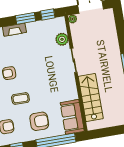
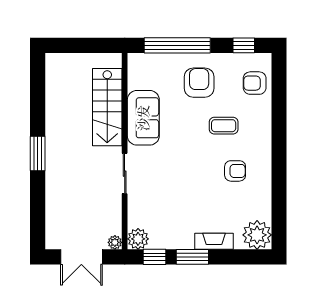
plant: (62, 39) -> (138, 239), moved
sofa: (72, 117) -> (143, 118), moved
armchair: (39, 121) -> (199, 83), turned 90

